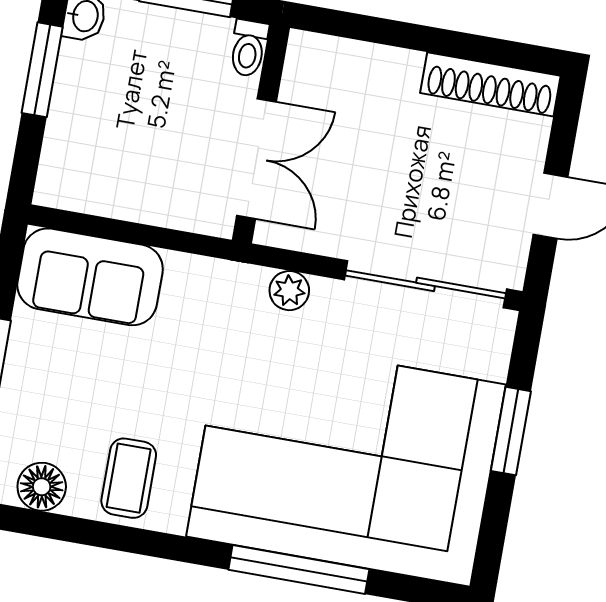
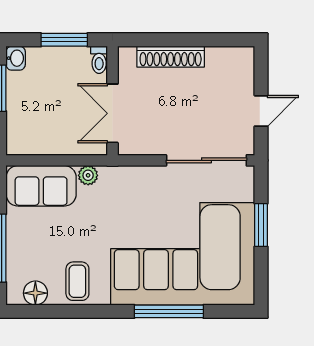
shoe rack: (490, 84) -> (171, 57), moved
double door: (256, 159) -> (113, 113), swing flipped
plant: (289, 291) -> (88, 175), moved

